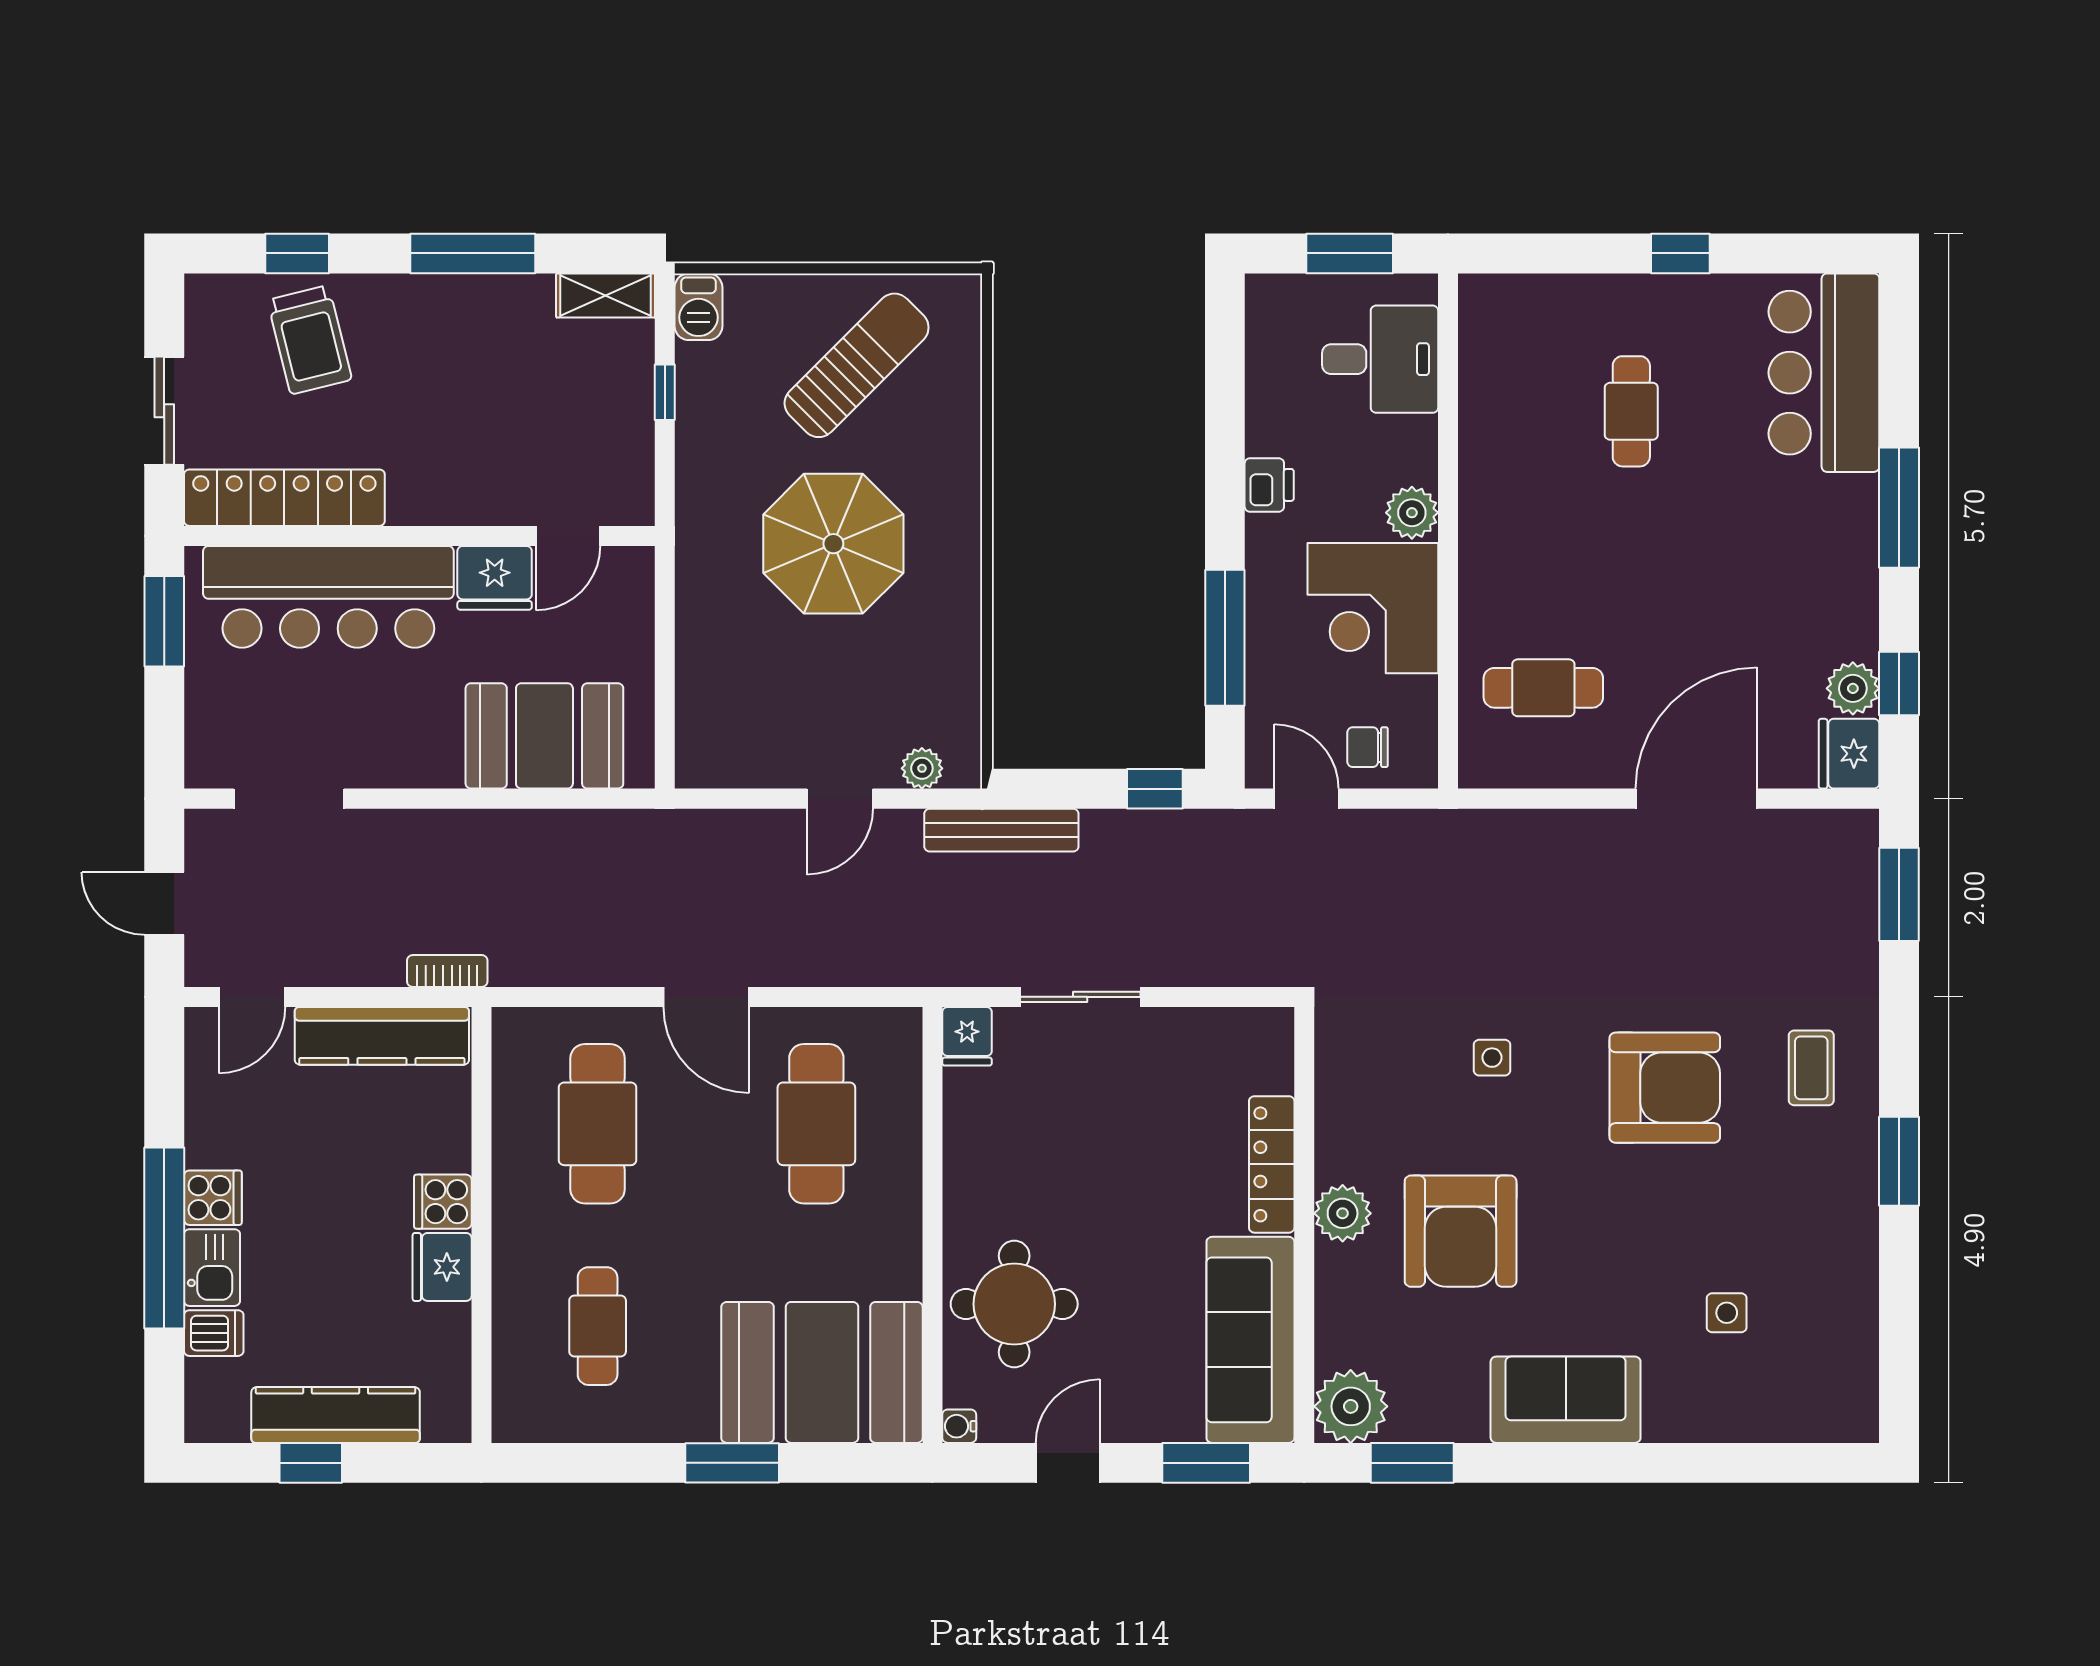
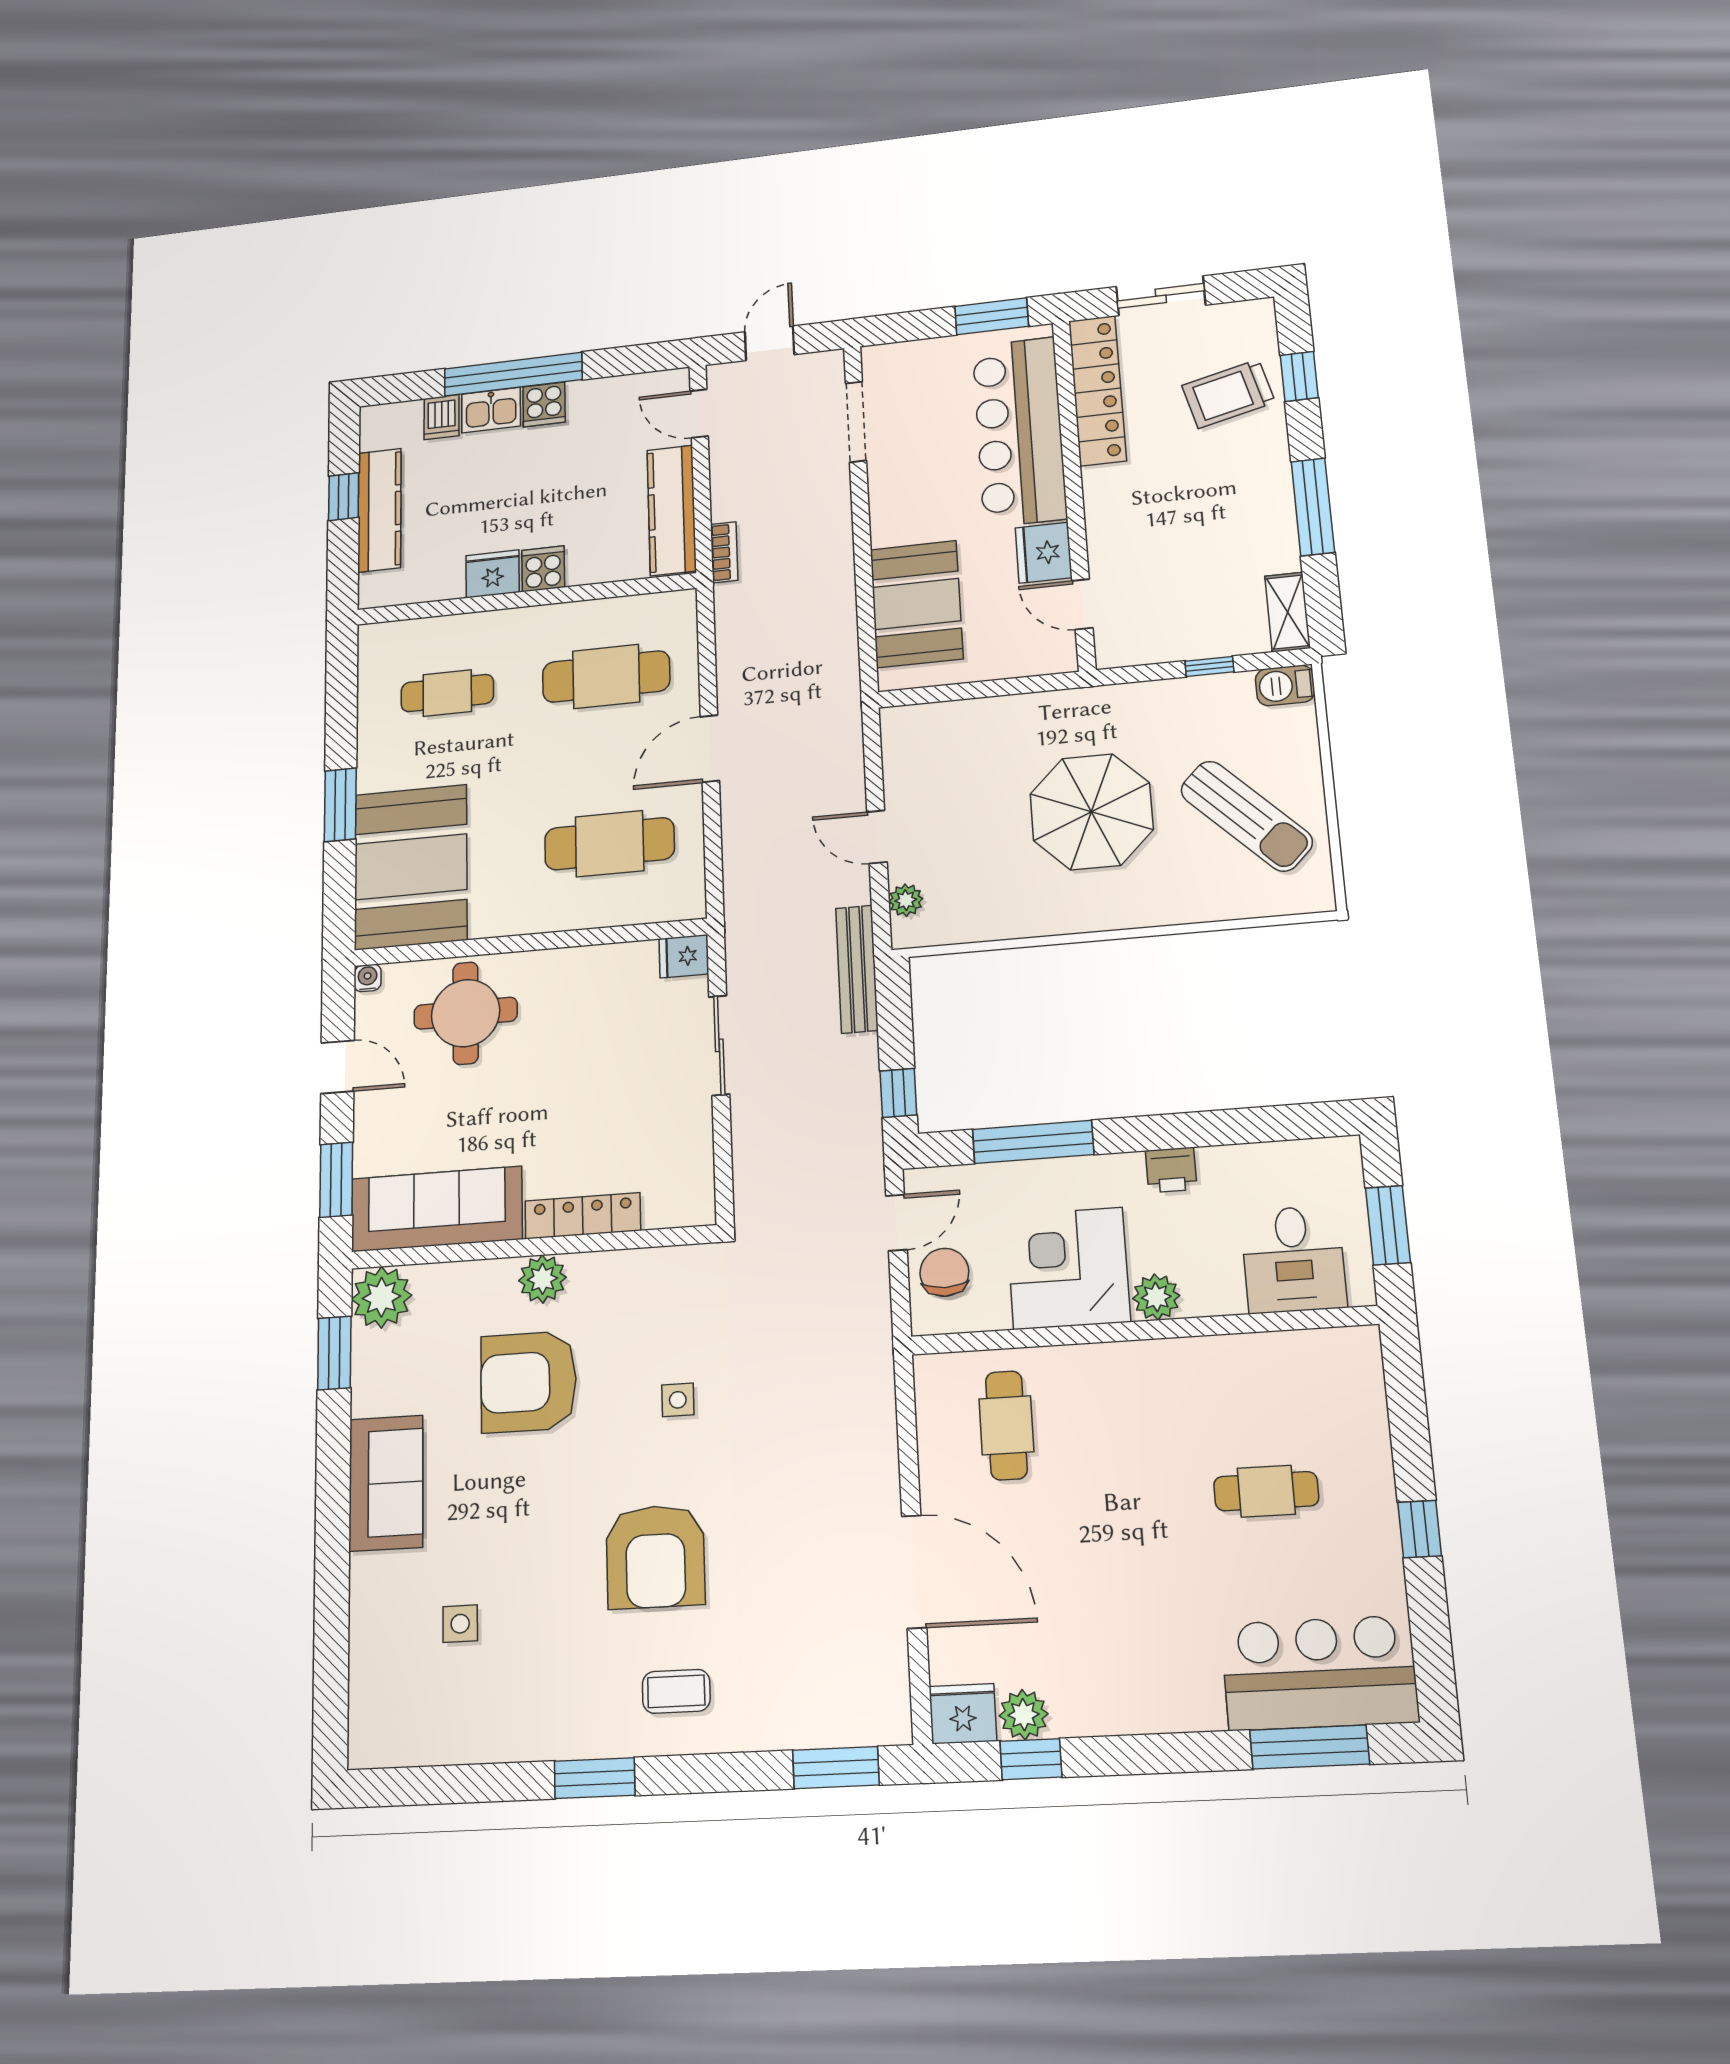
window: (1899, 508) -> (1309, 1747), moved
chair: (1368, 747) -> (944, 1272), width x1.37, depth x1.37

